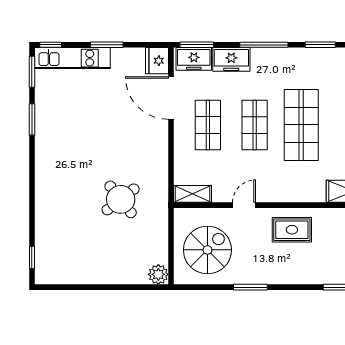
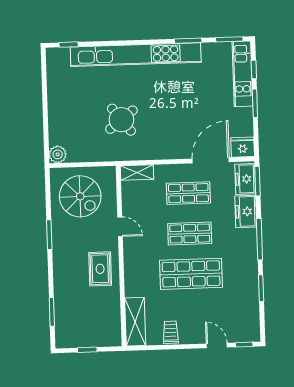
window: (51, 45) -> (254, 69), moved
kitchen unit: (46, 180) -> (136, 55), added
shelving: (193, 194) -> (137, 172), moved, turned 90

